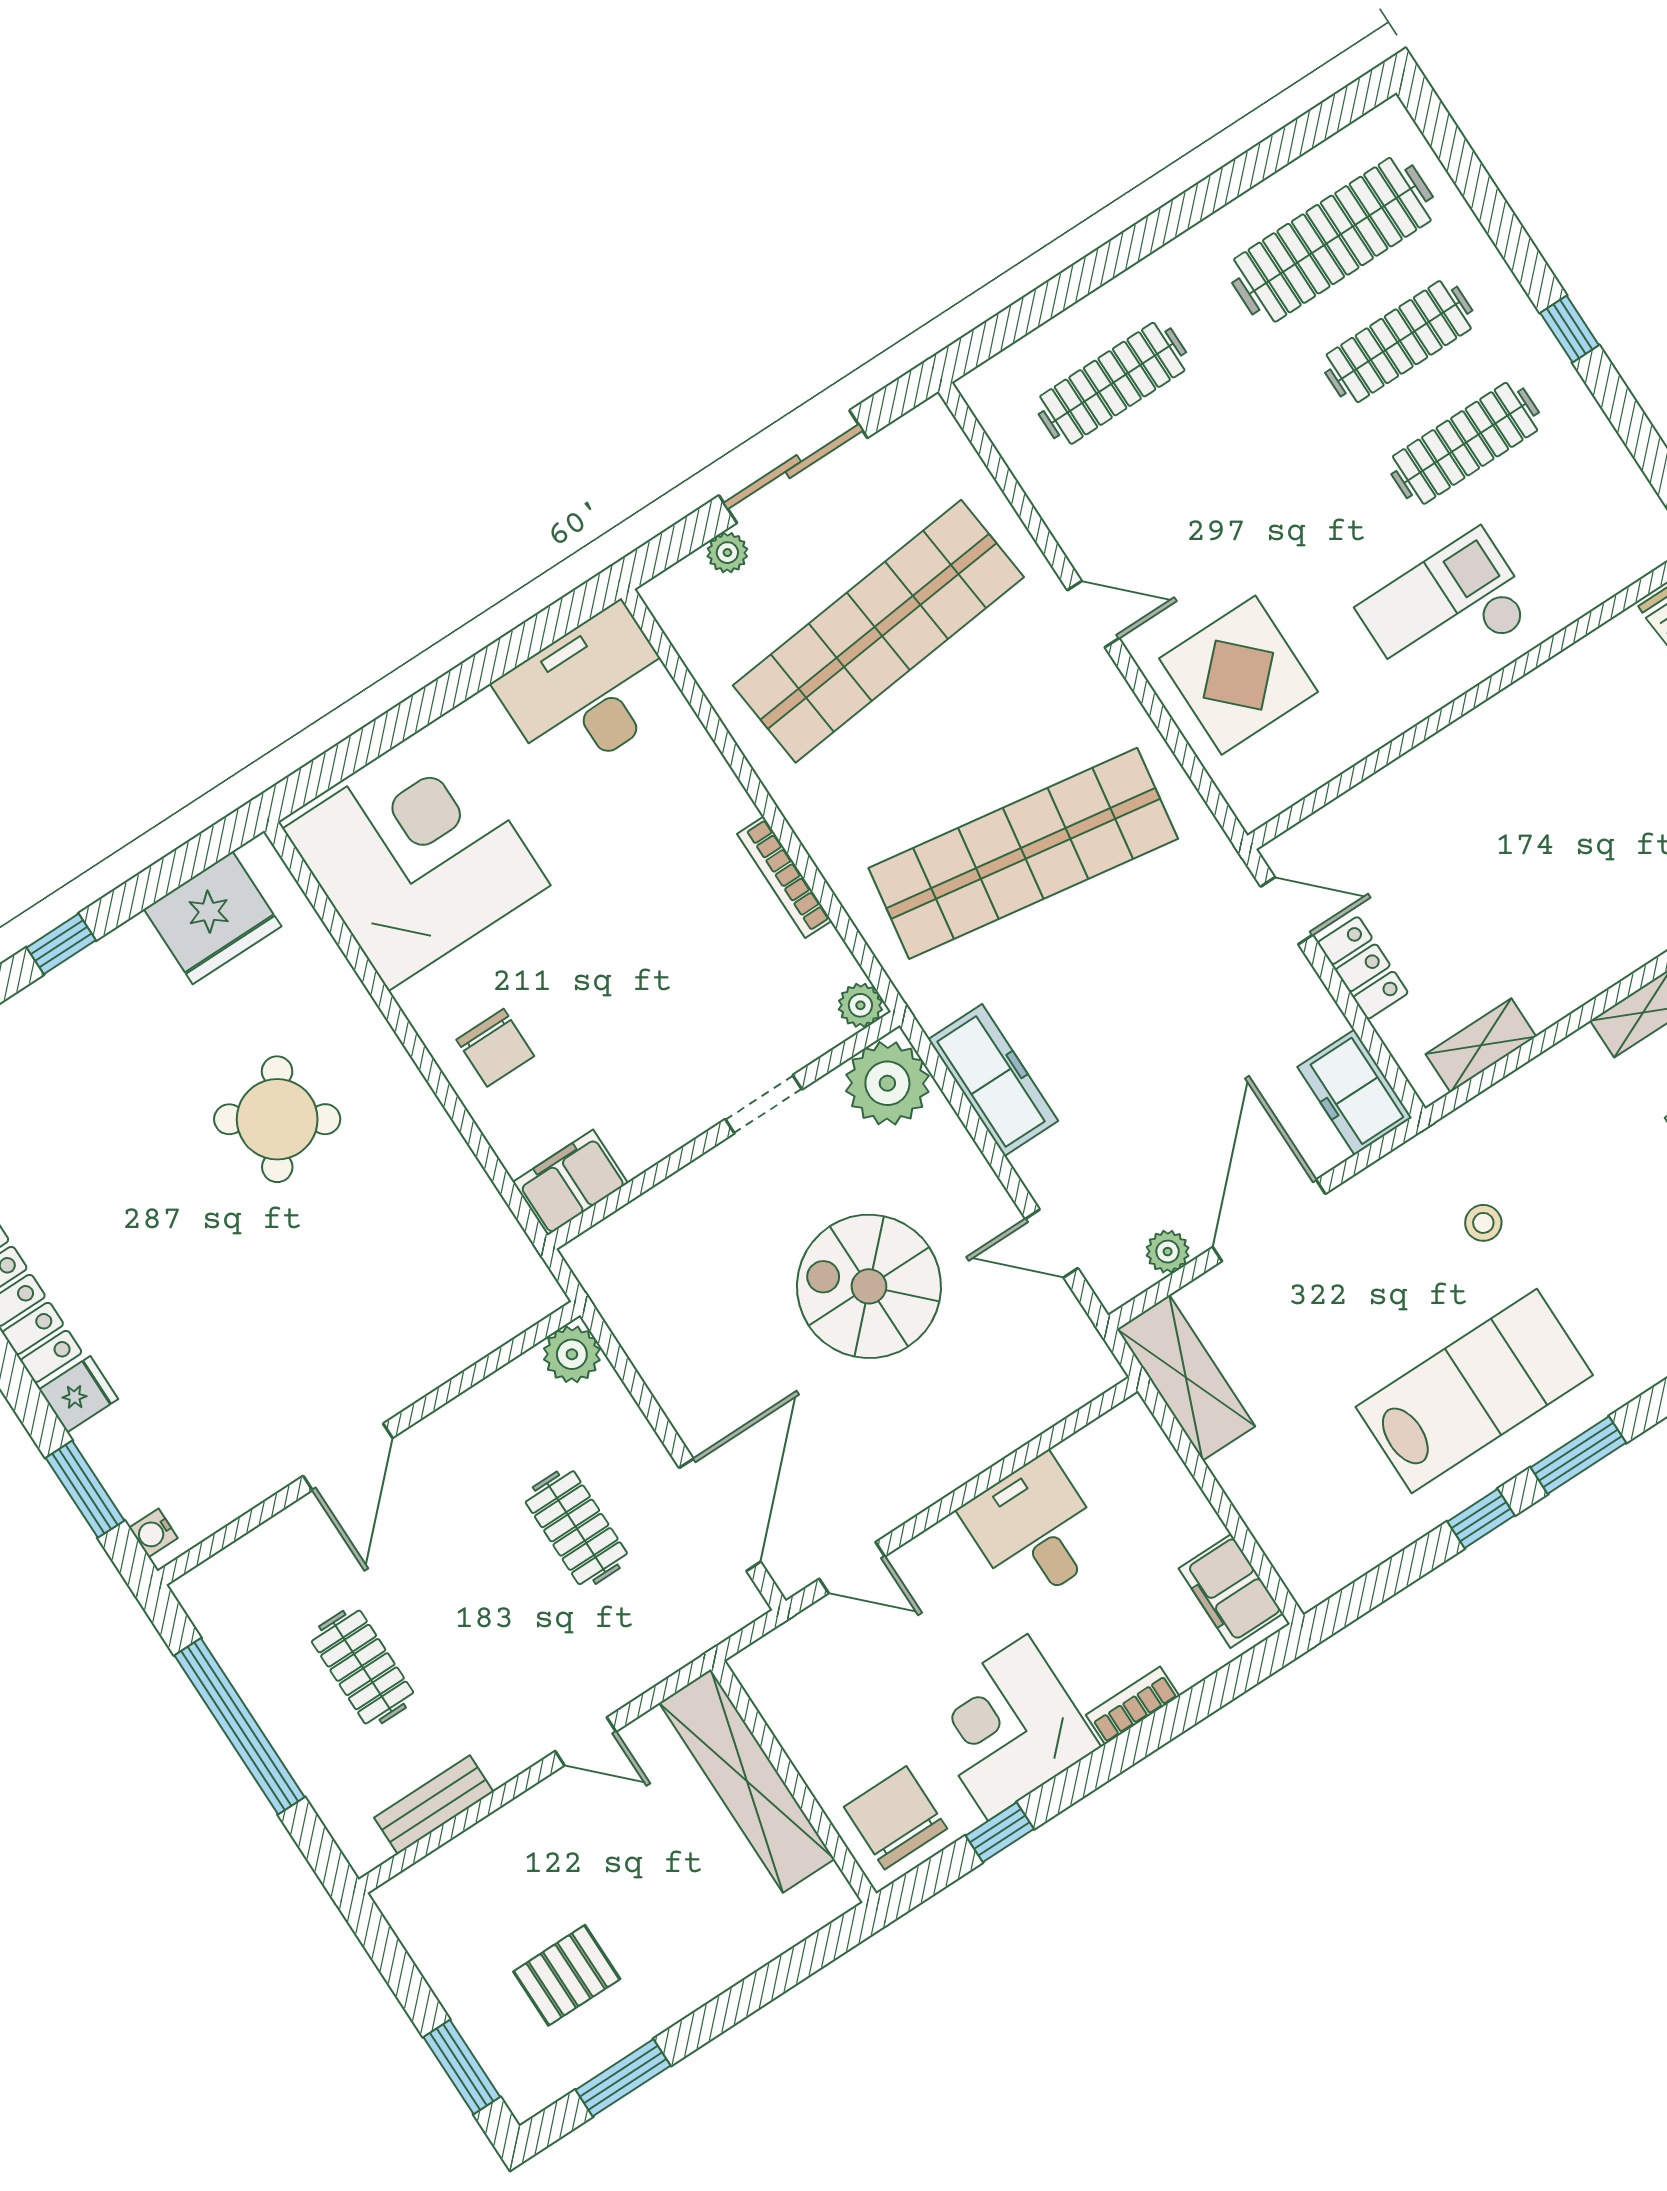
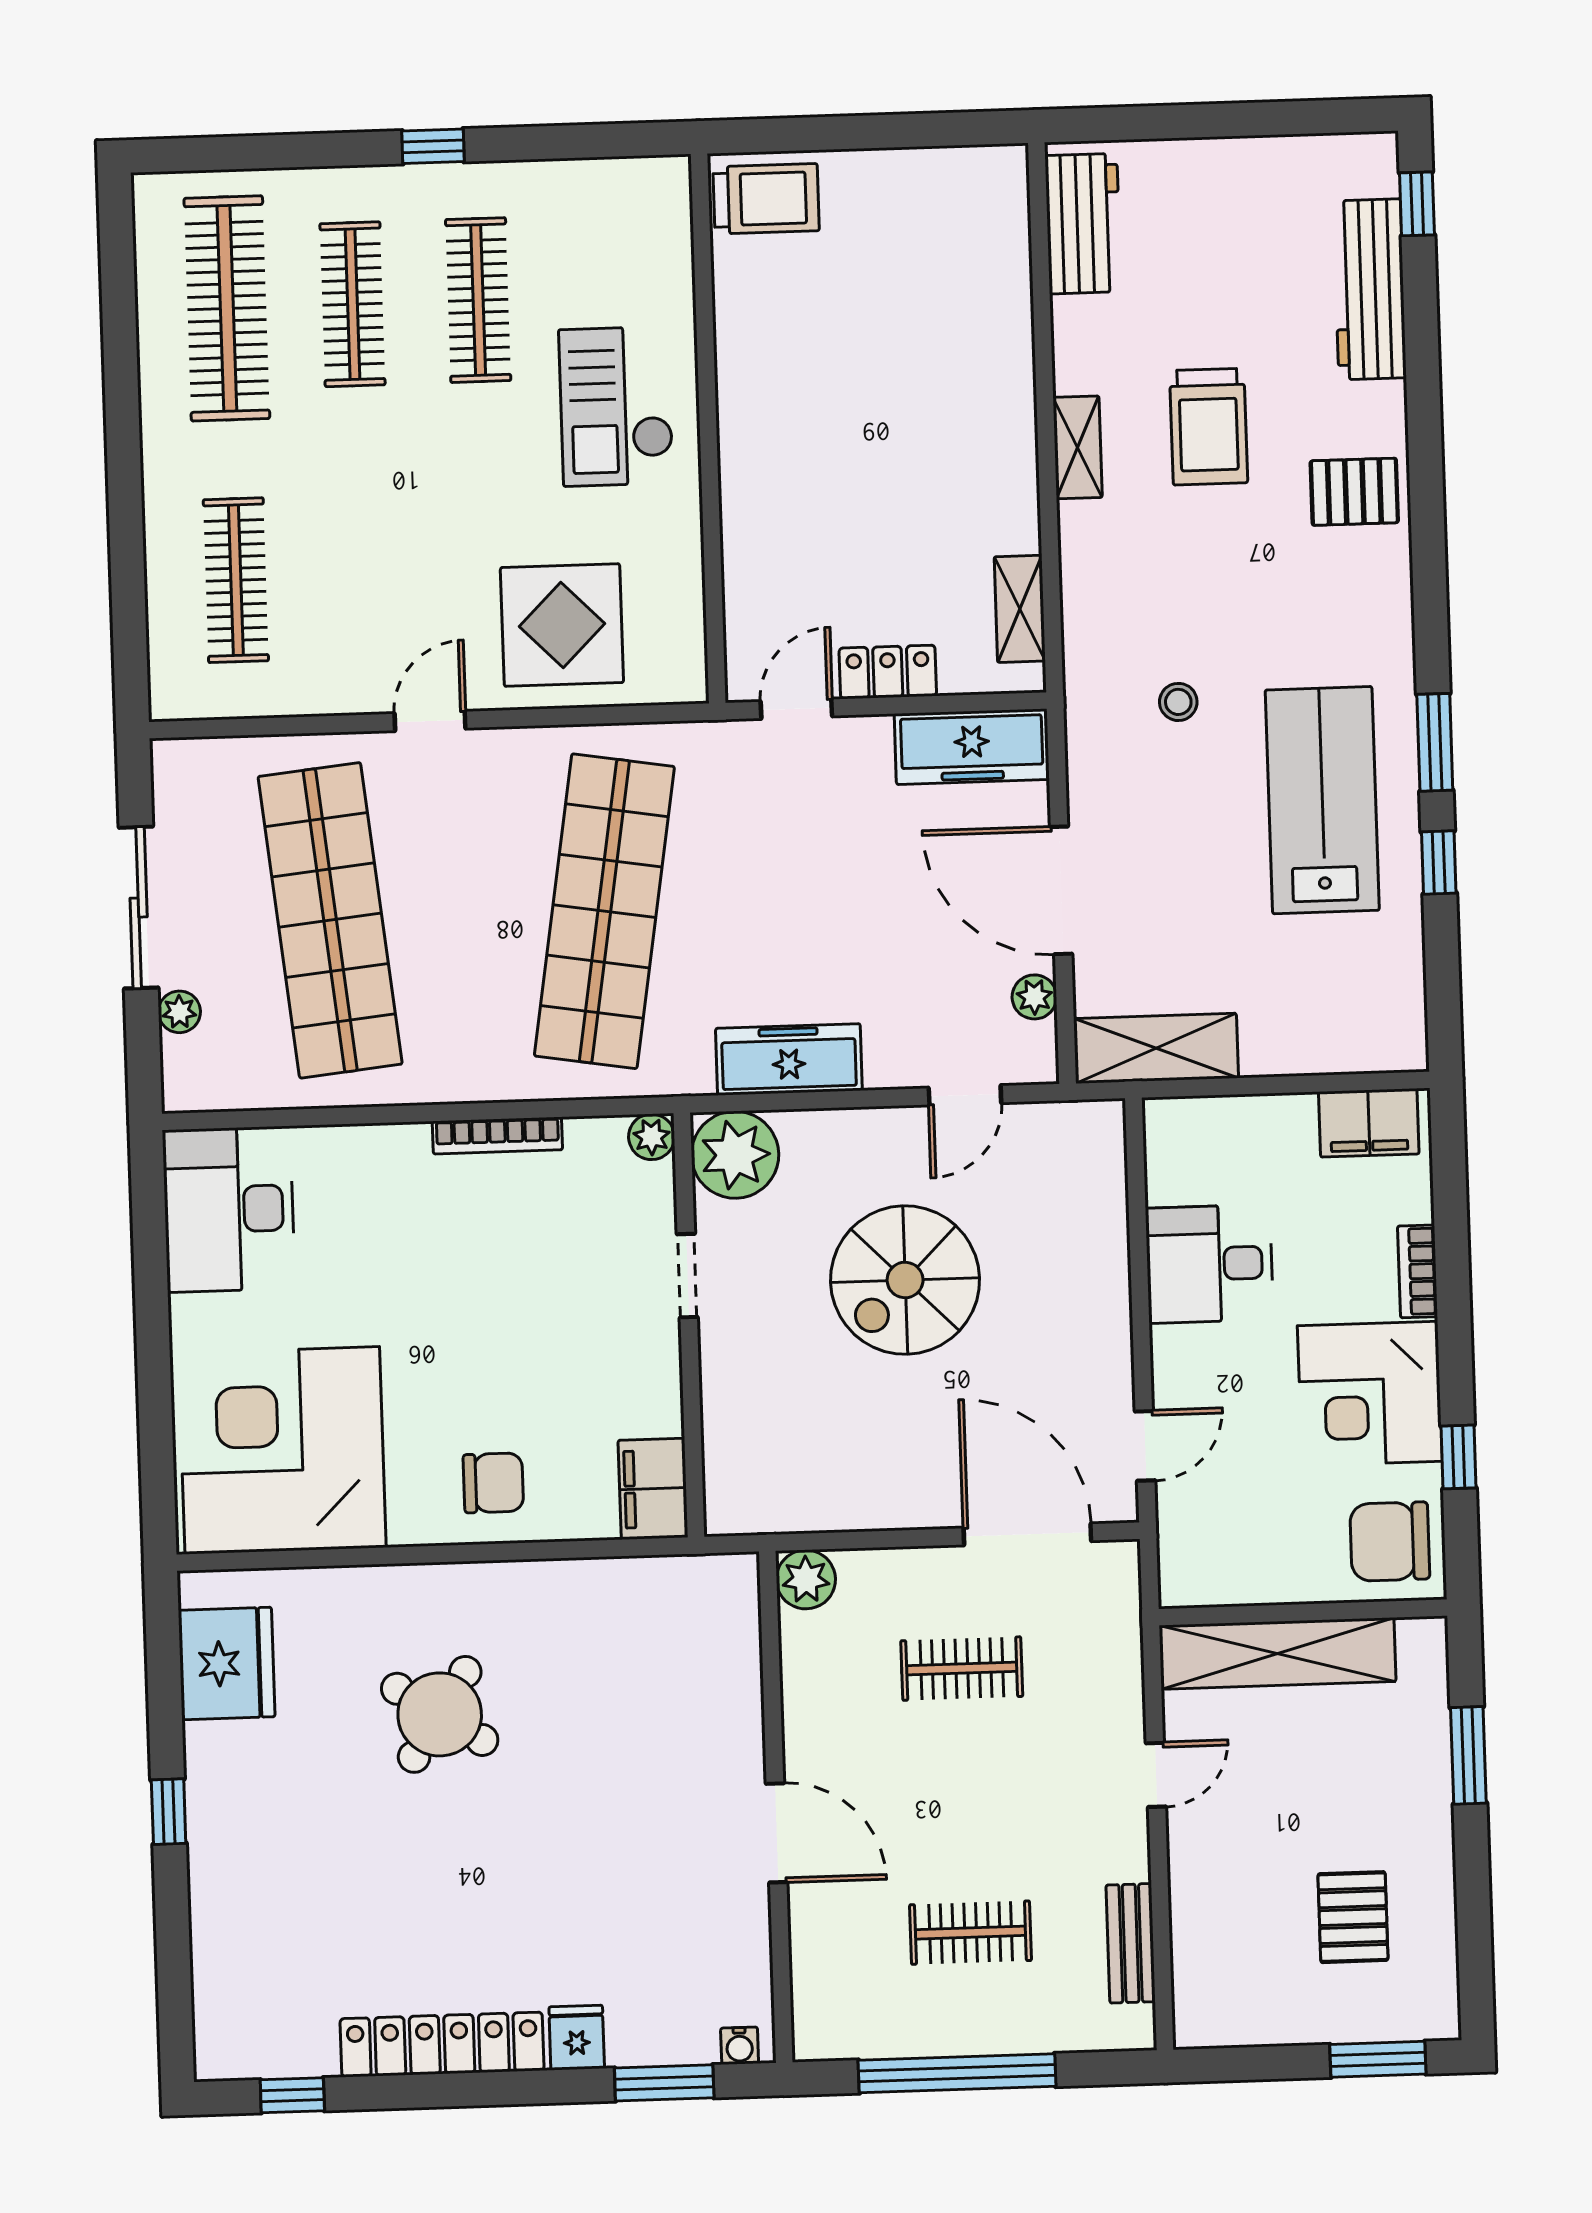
freezer: (1355, 1092) -> (972, 747), width x1.40
window: (623, 2078) -> (1468, 1755), moved

